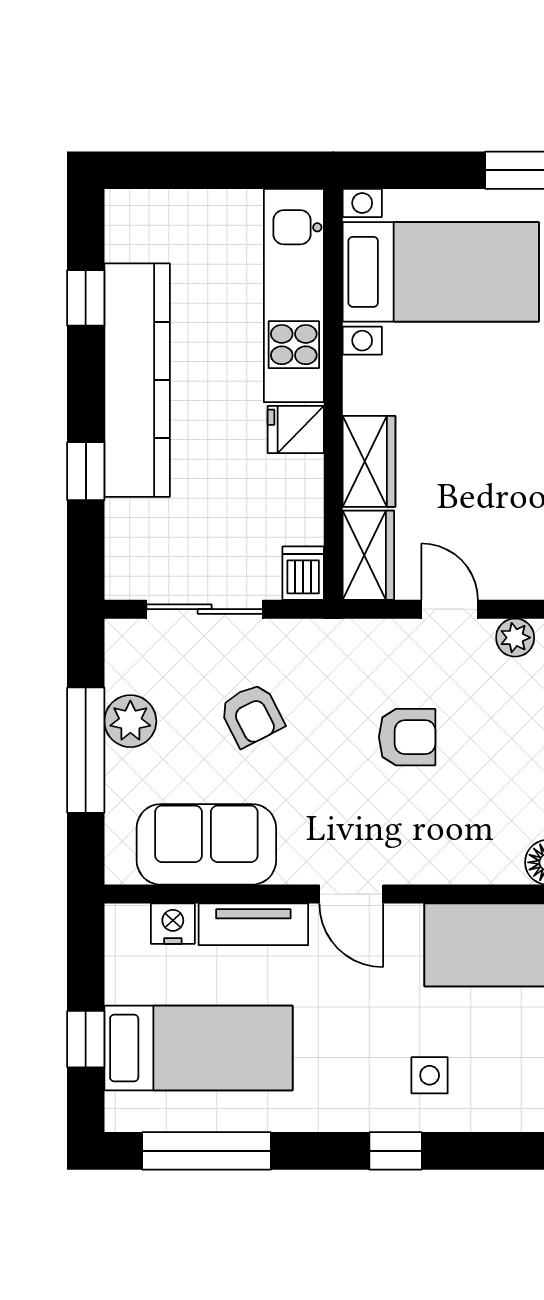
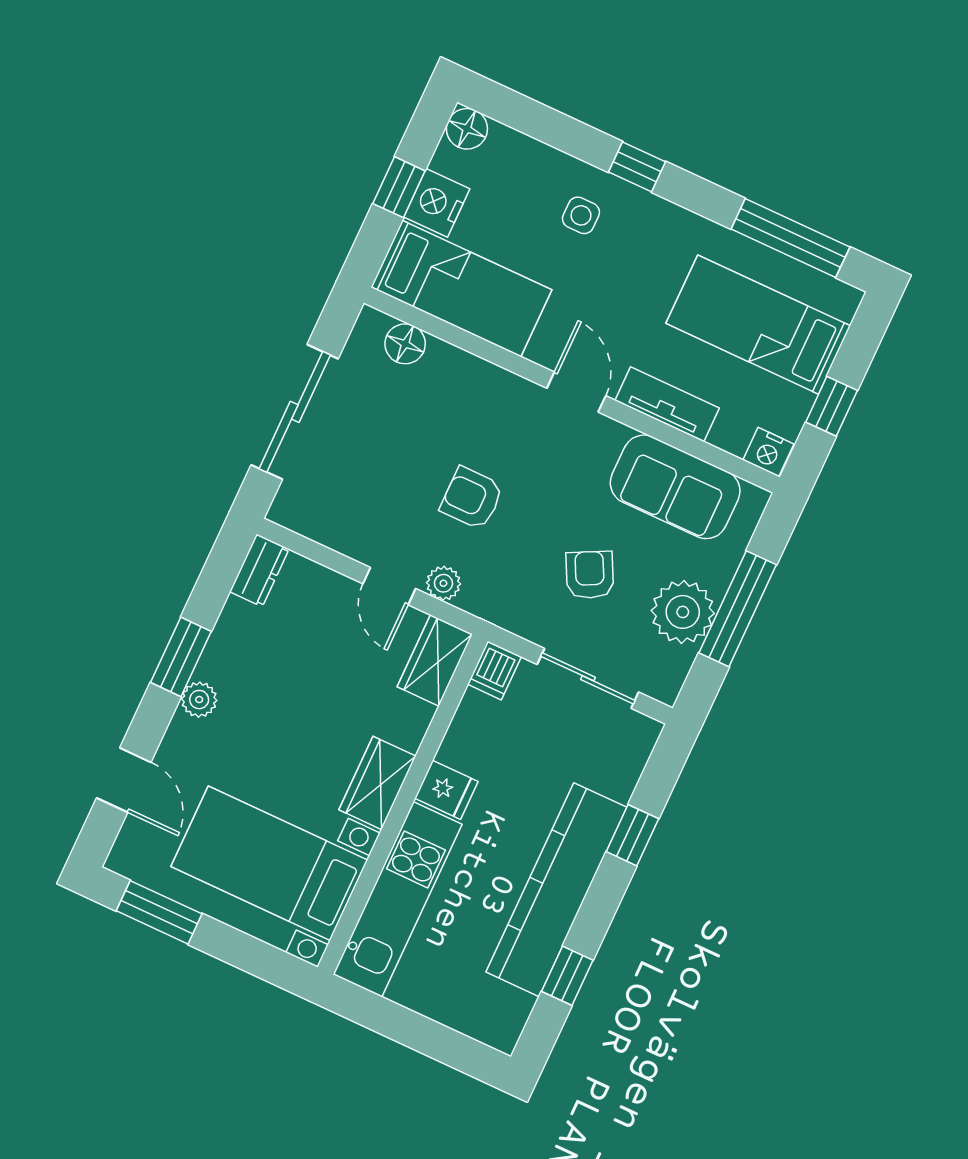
wardrobe: (369, 461) -> (377, 783), moved
plant: (515, 638) -> (443, 583), moved
plant: (130, 721) -> (683, 612), width x1.36, depth x1.36
nightstand: (173, 924) -> (768, 452), moved
window: (86, 1039) -> (832, 406), moved

